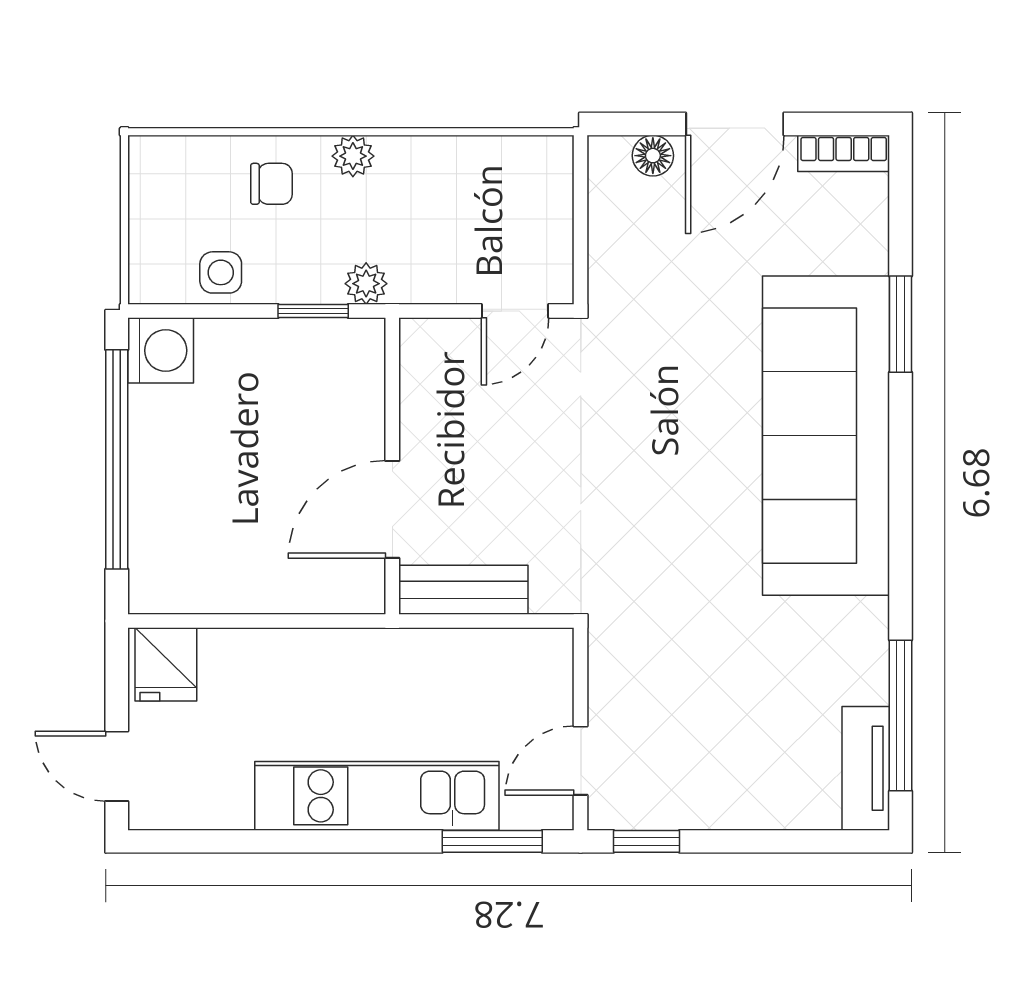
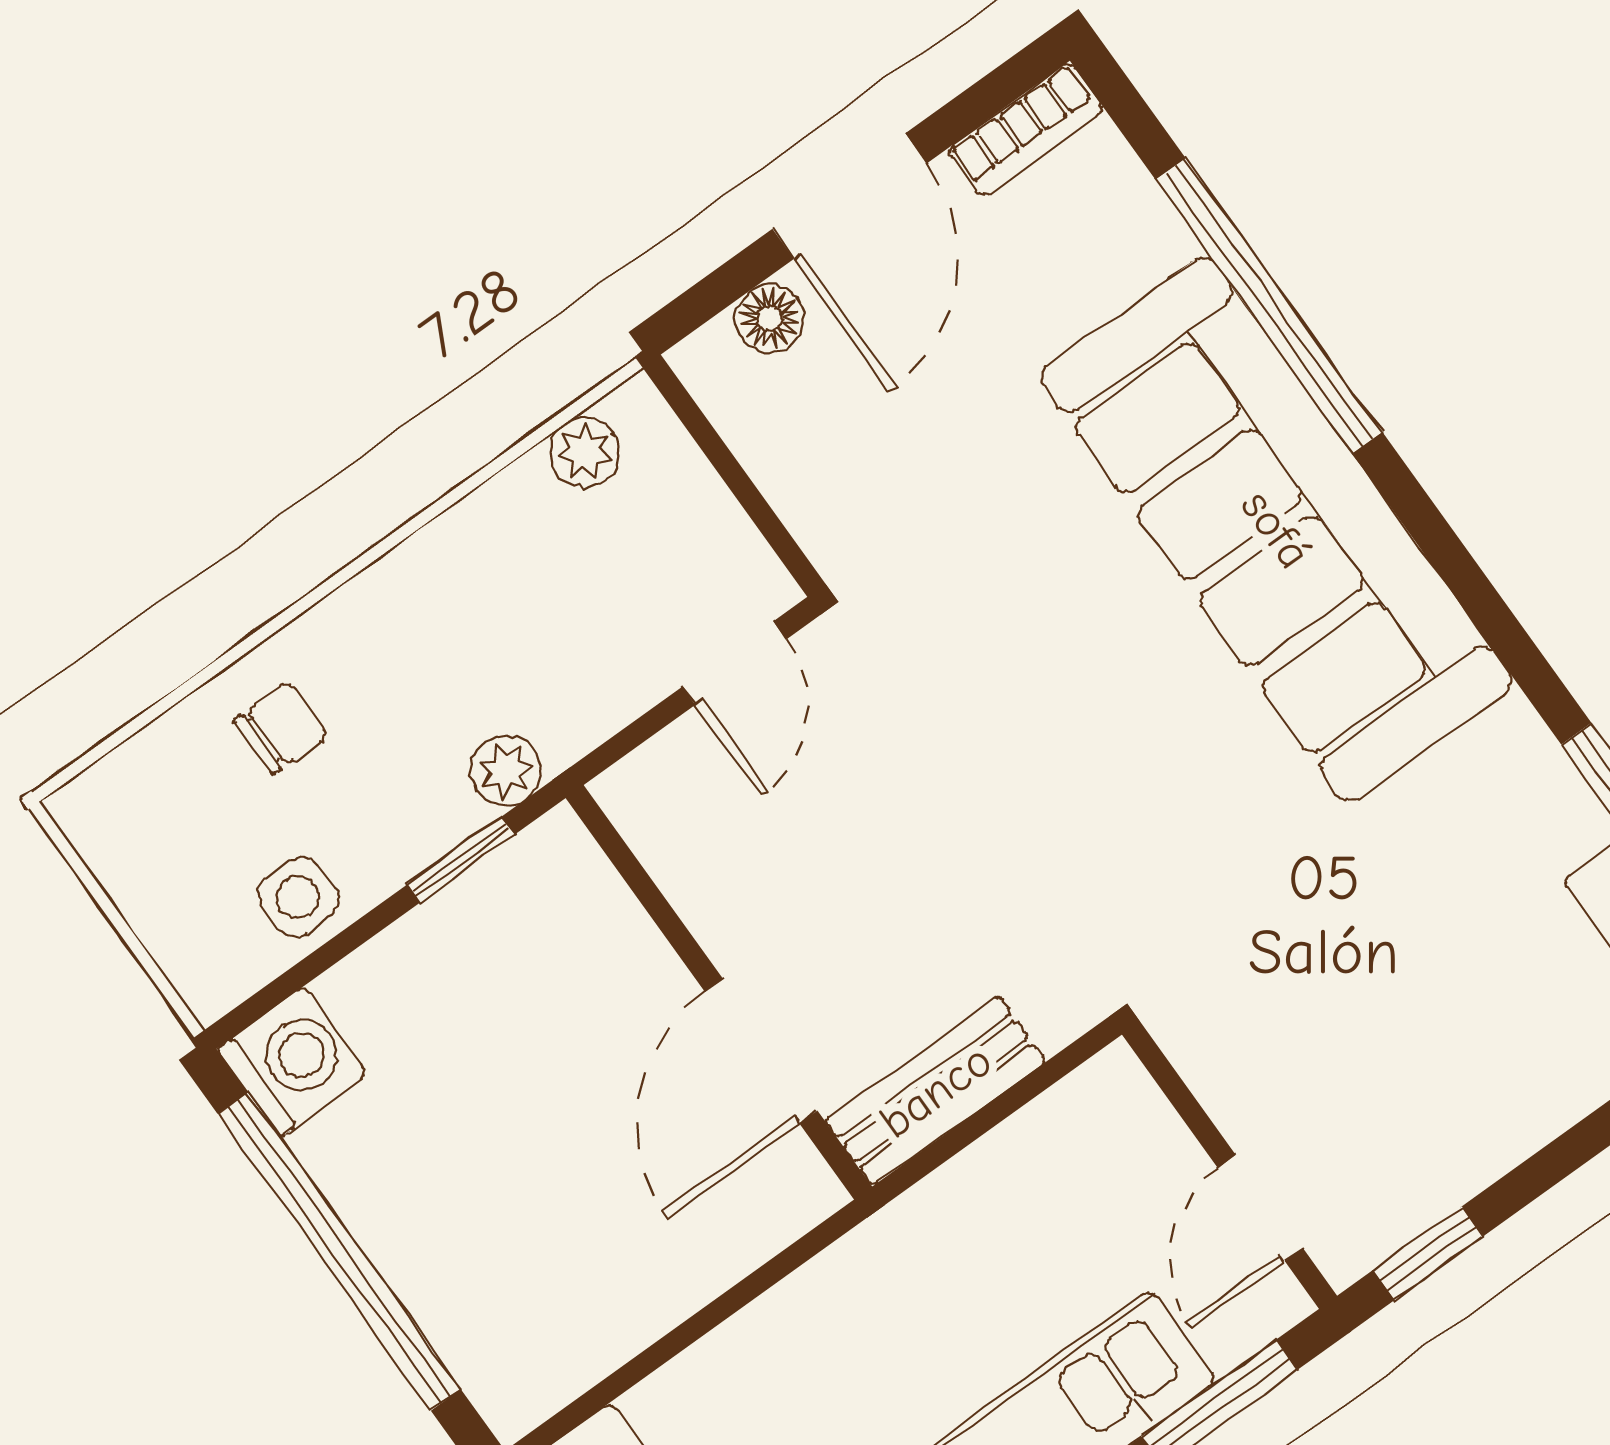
plant: (353, 156) -> (584, 452), moved
window: (900, 324) -> (1269, 306), width x2.11

